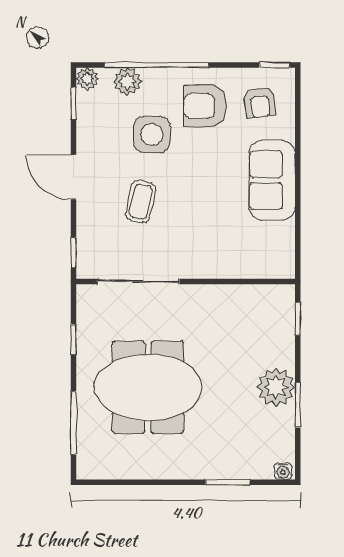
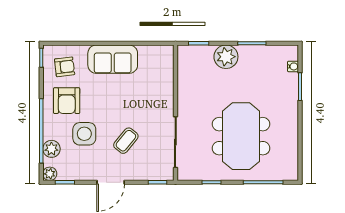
coffee table: (141, 202) -> (126, 141), turned -63
plant: (276, 387) -> (226, 57), moved
water cooler: (283, 471) -> (293, 66), moved

